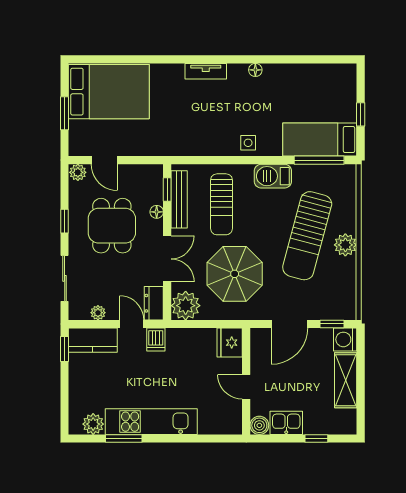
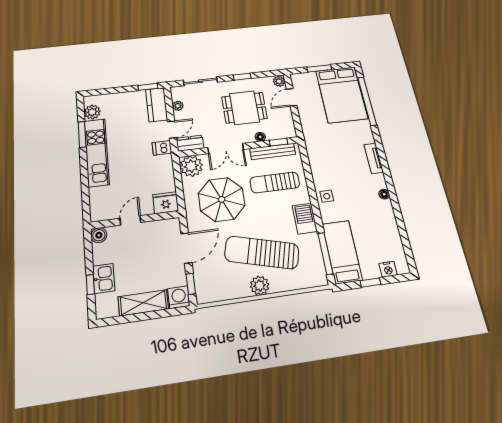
window: (123, 59) -> (367, 101), added
nightstand: (348, 89) -> (388, 269), added
door: (289, 324) -> (186, 248), swing flipped
kitchen sink: (286, 423) -> (104, 279), moved

